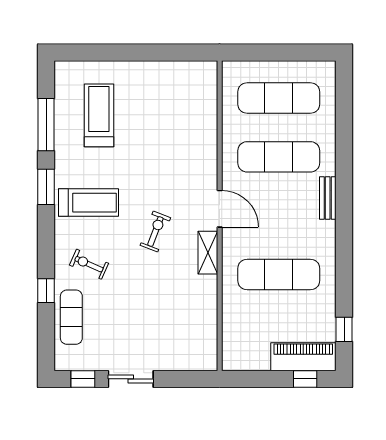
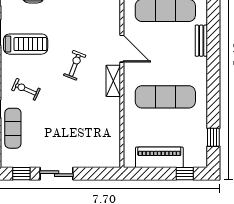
piano: (303, 357) -> (159, 157), moved

